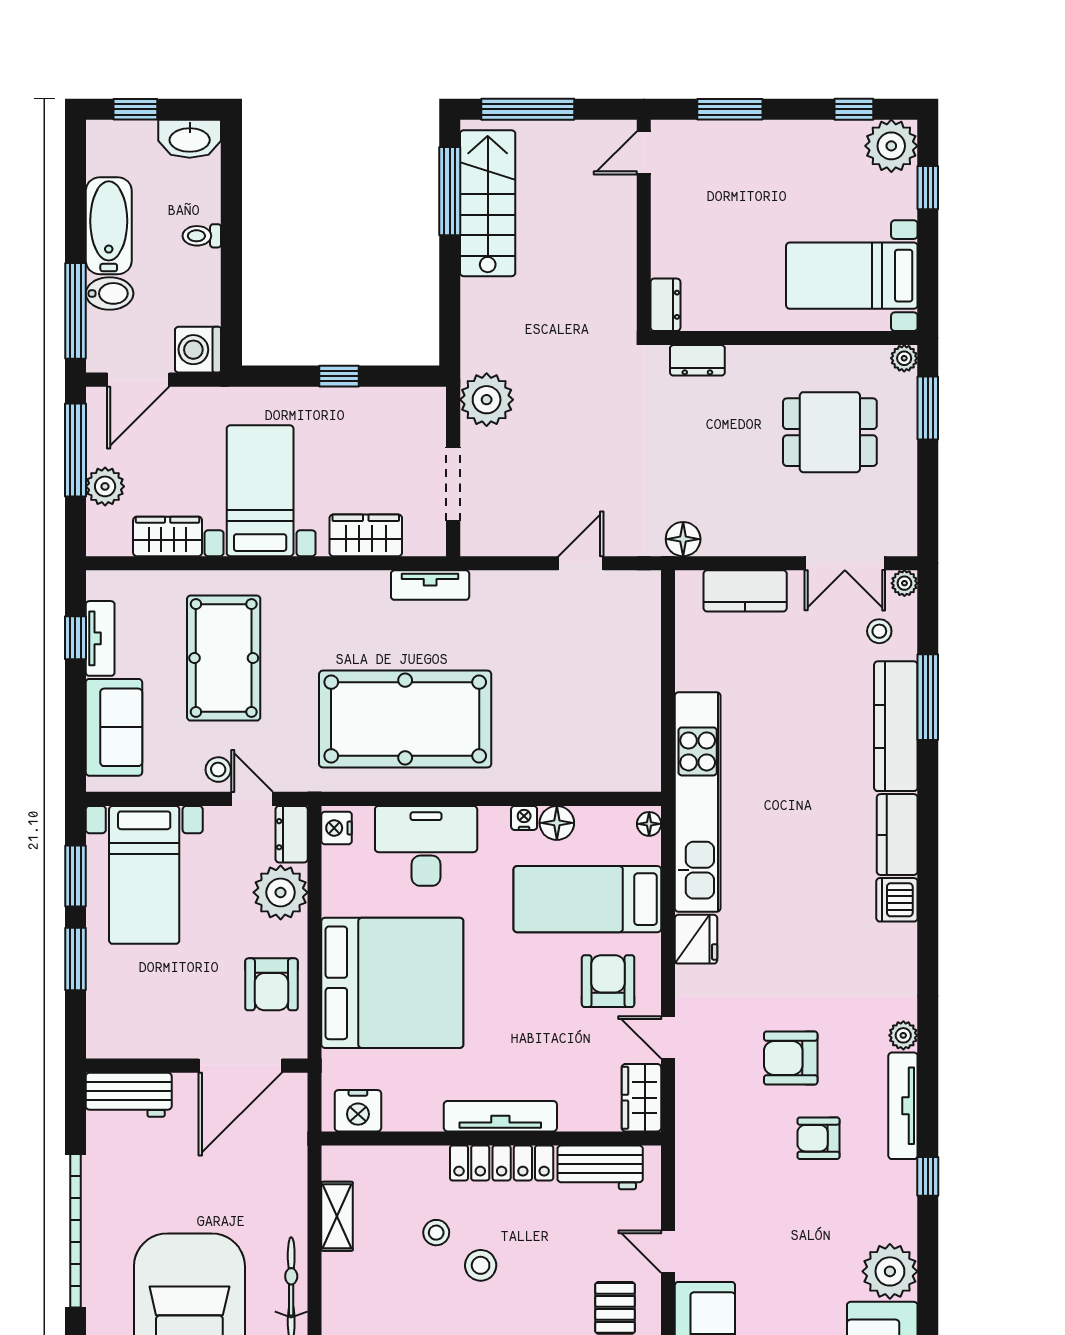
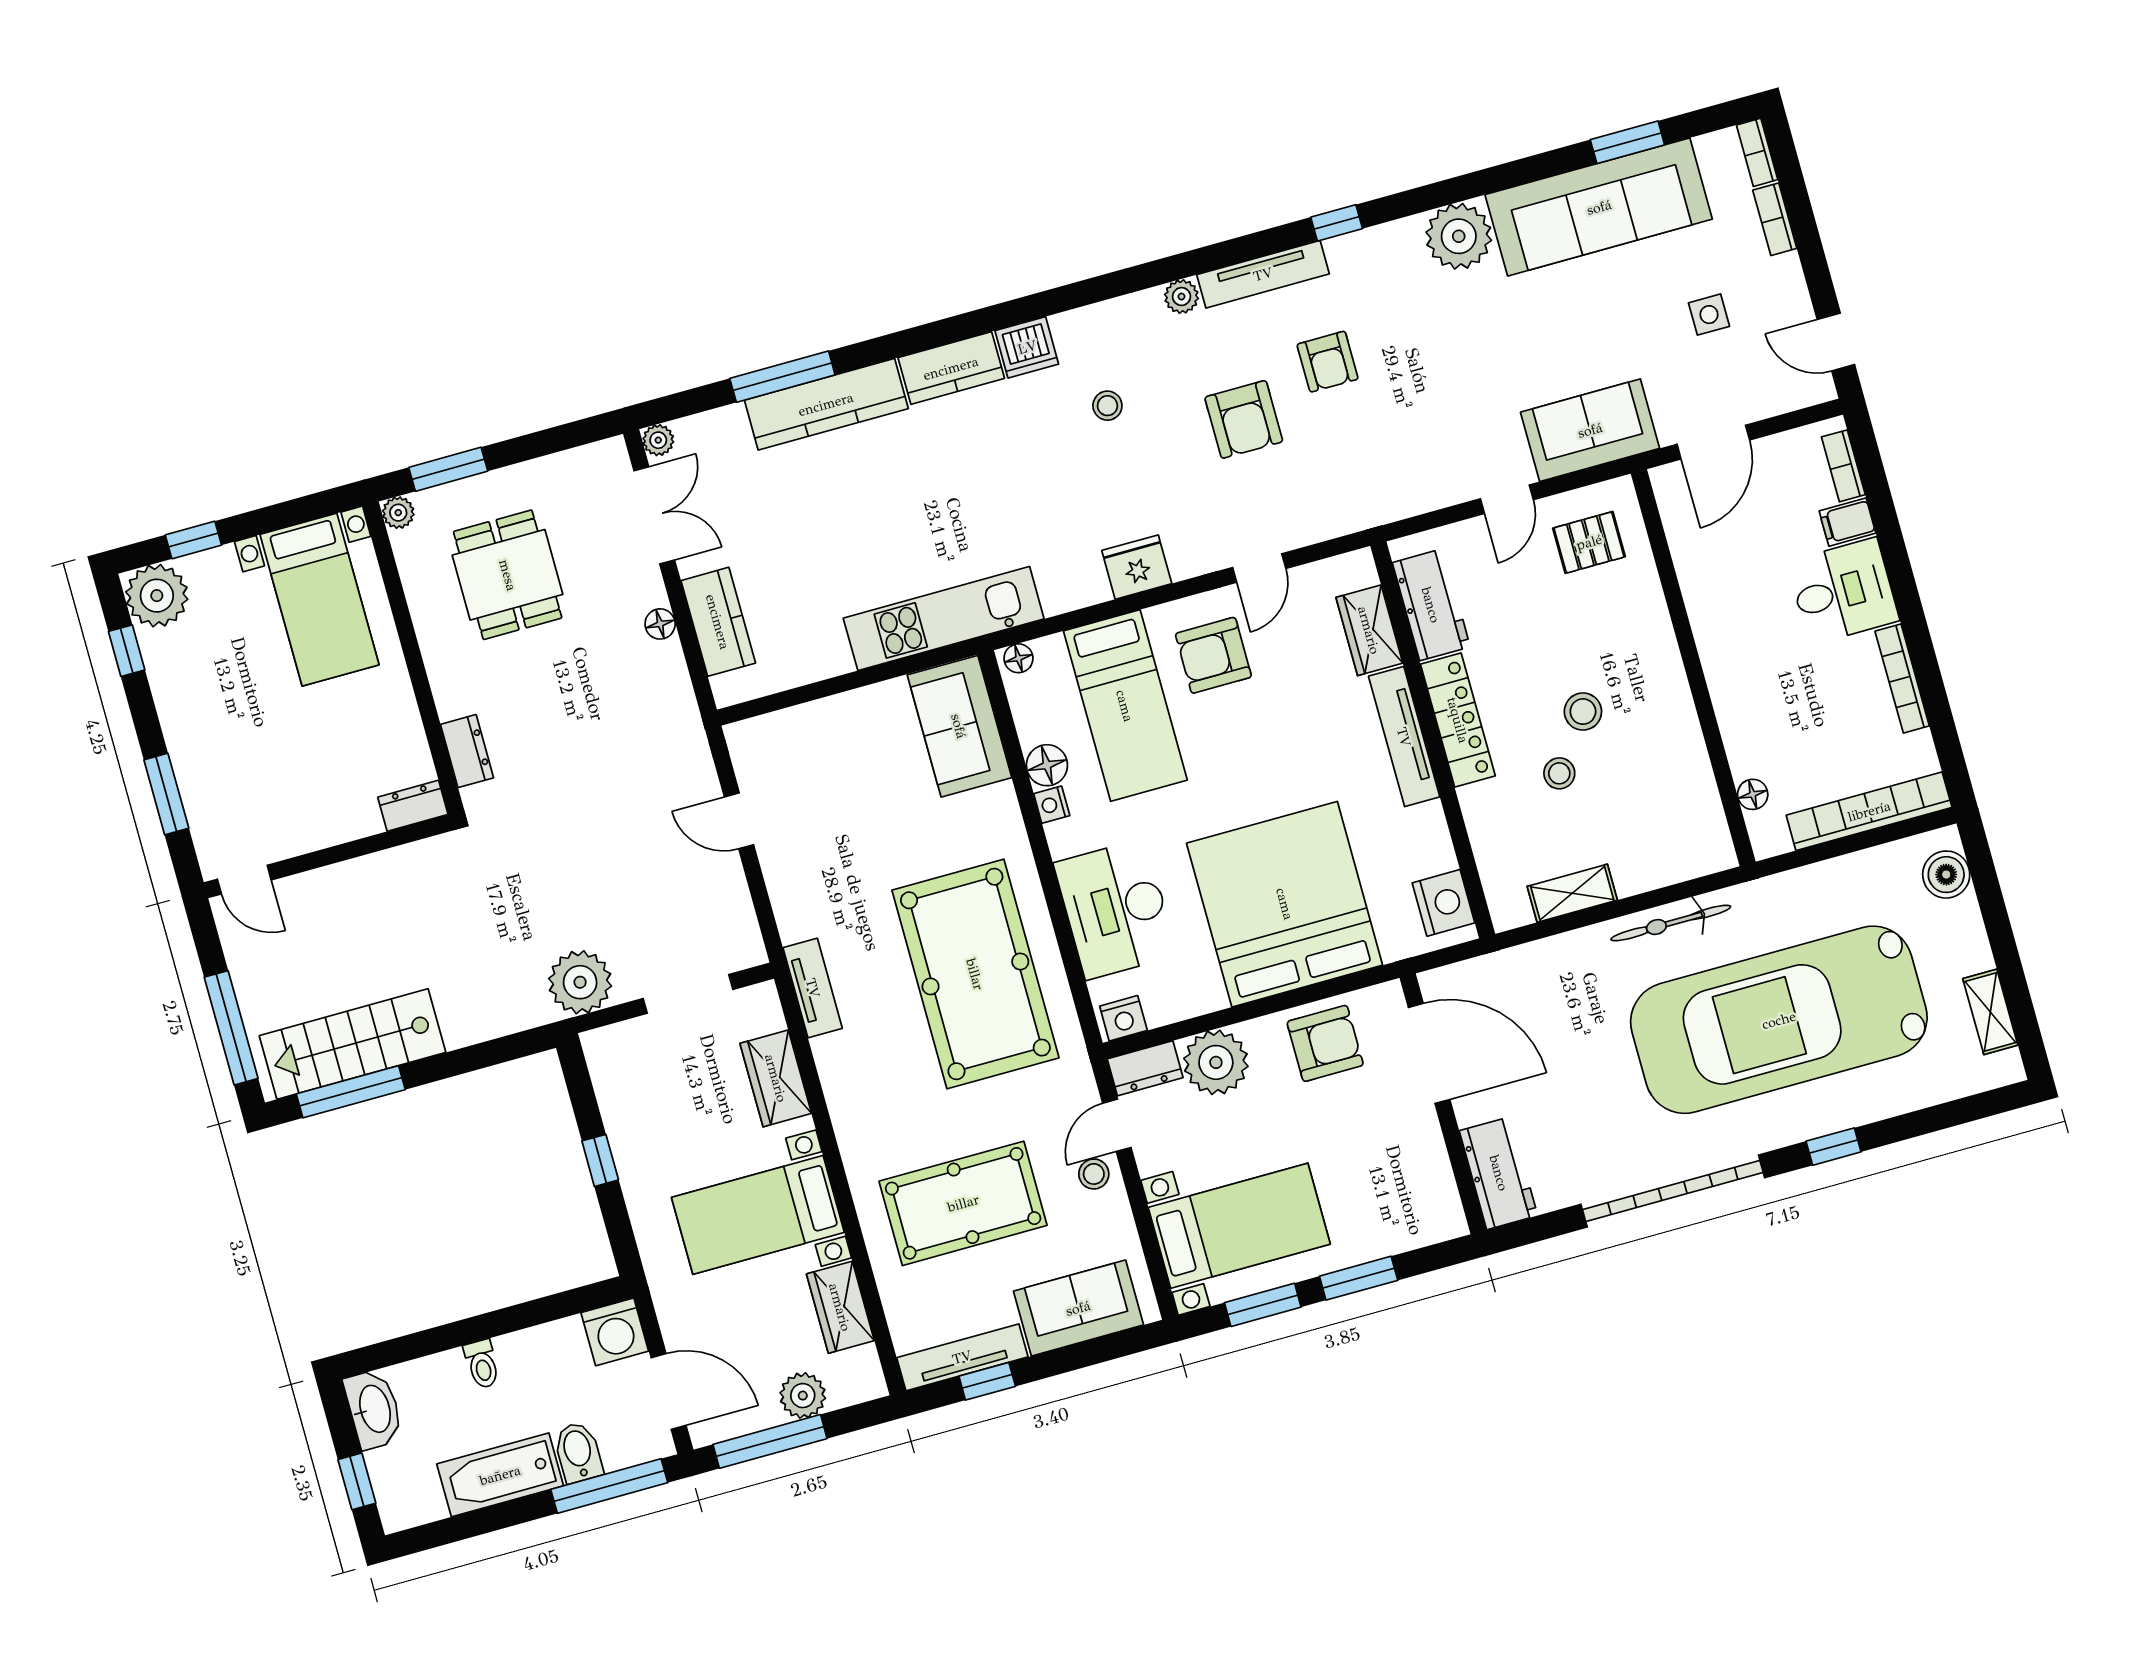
floor lamp: (683, 539) -> (660, 624), moved, width x0.73, depth x0.73
stool: (879, 631) -> (1107, 406), moved
tv unit: (100, 638) -> (962, 1357), width x1.41
sofa: (608, 761) -> (959, 726), added
kitchen unit: (698, 802) -> (944, 619), width x0.73
wardrobe: (641, 1098) -> (1369, 630), moved, turned 90

